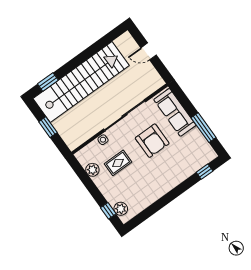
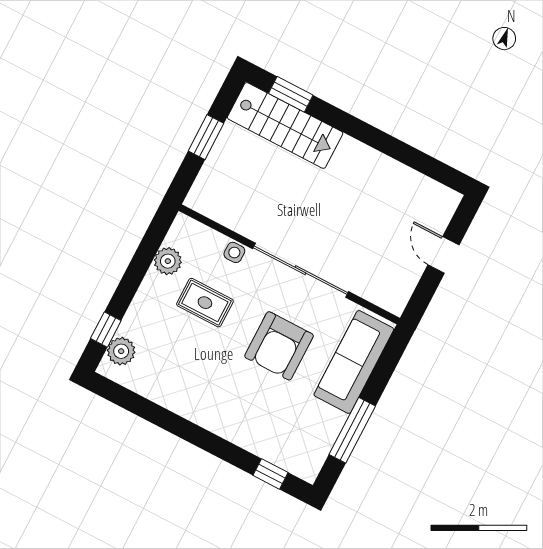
stairs: (81, 82) -> (285, 125), width x0.54, depth x0.66

